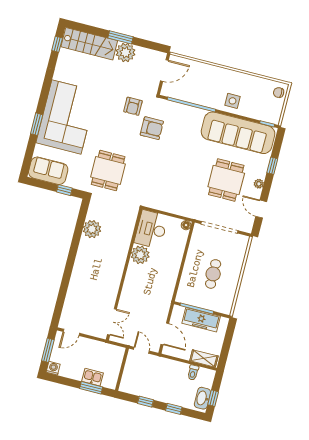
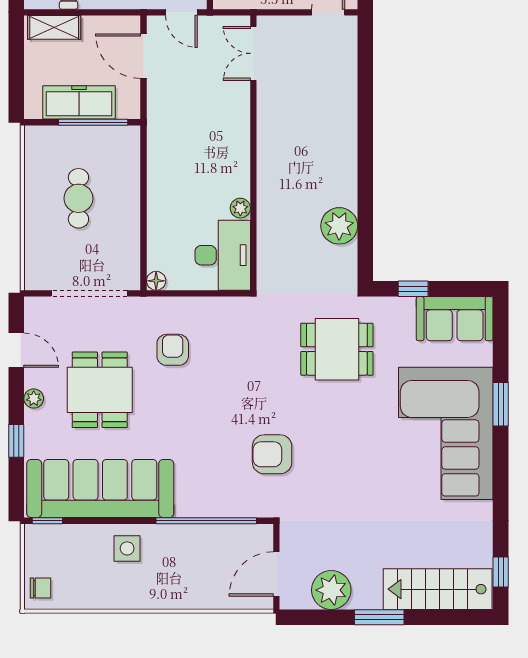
plant: (125, 52) -> (331, 590), moved
armchair: (133, 106) -> (173, 350), moved
dining table: (108, 170) -> (337, 349), turned 90
plant: (140, 255) -> (240, 208), width x0.53, depth x0.53

